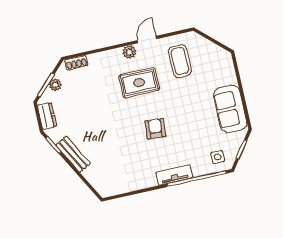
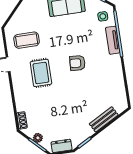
plant: (129, 52) -> (17, 79), removed
bench: (73, 154) -> (104, 119), moved
tv unit: (174, 175) -> (113, 40), moved

